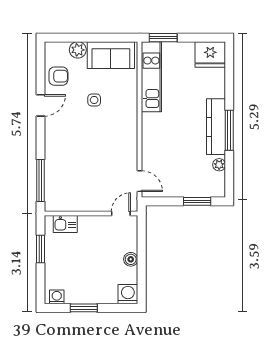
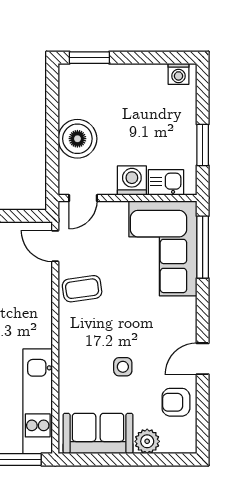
coffee table: (122, 152) -> (82, 289), added
corner sofa: (67, 180) -> (163, 248), added
boiler: (131, 259) -> (77, 139), width x1.86, depth x1.86
washing machine: (128, 294) -> (132, 181), moved, turned 180
window: (84, 308) -> (89, 58), moved

